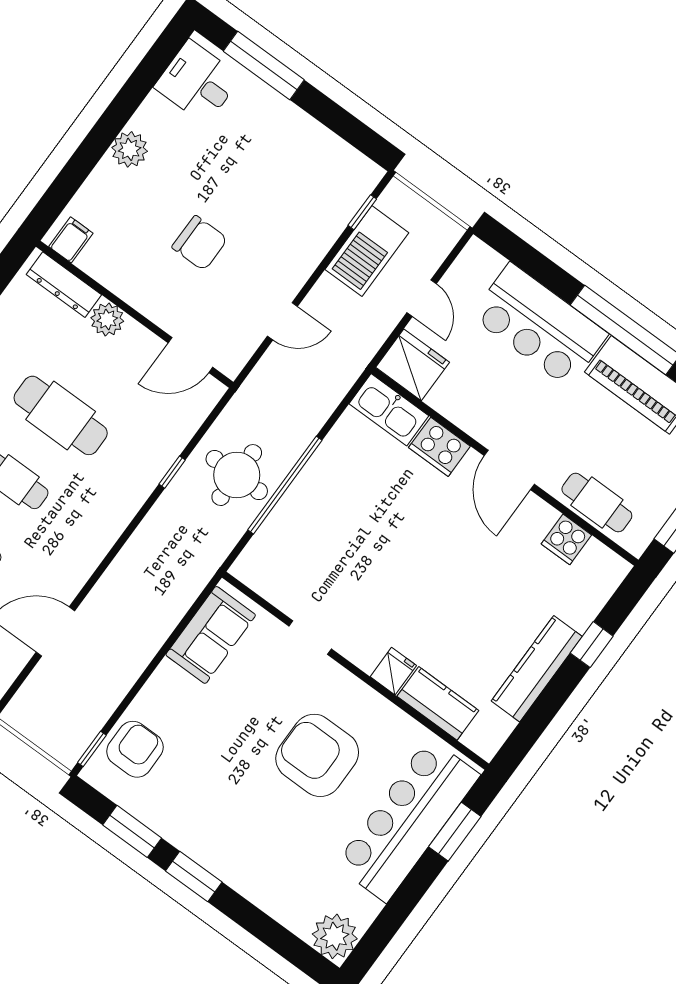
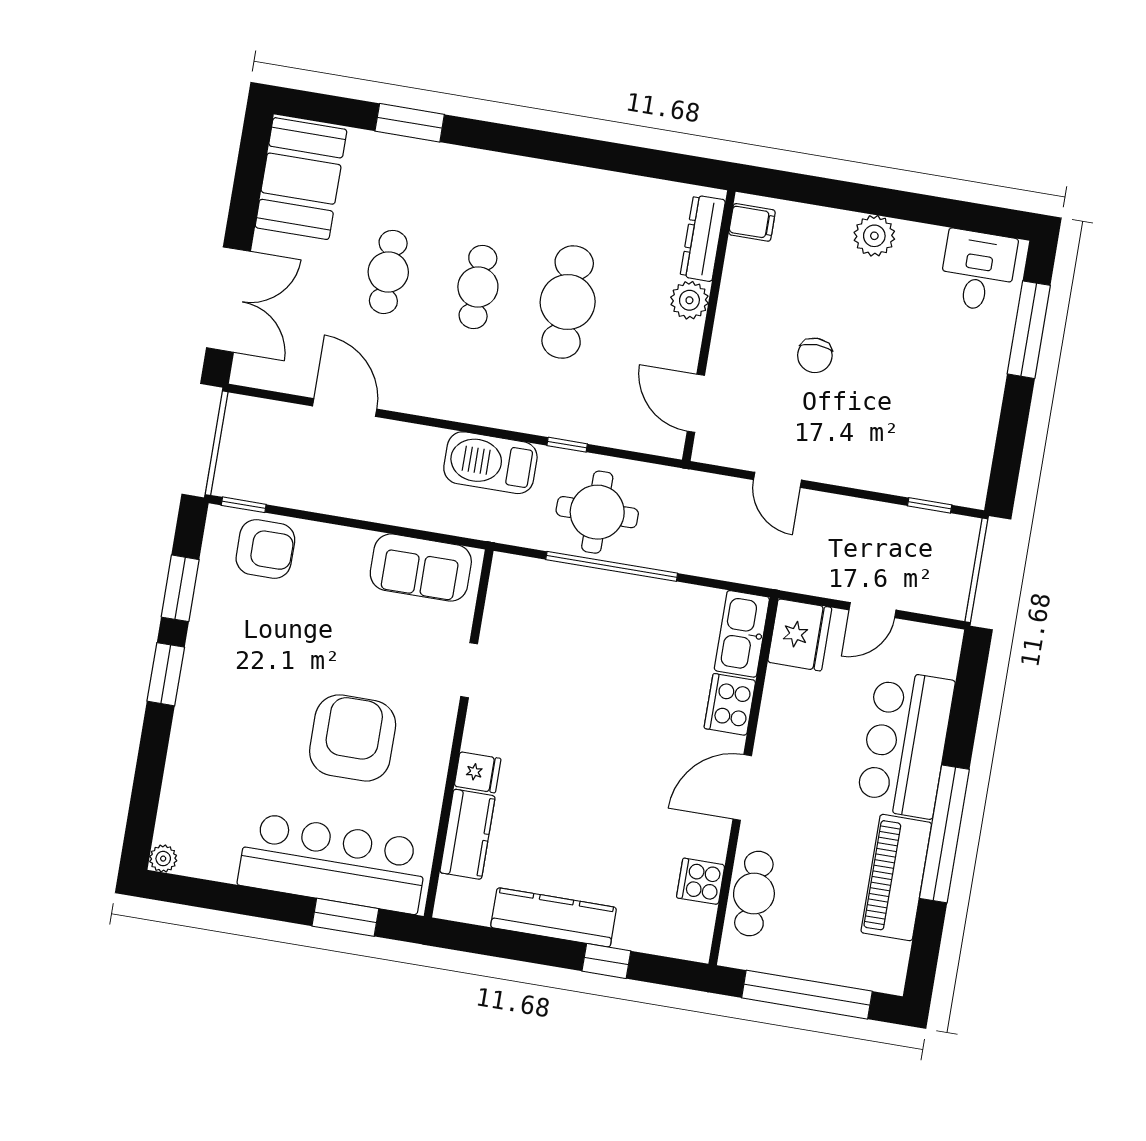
chair: (200, 243) -> (815, 355), width x0.73, depth x0.73
barbecue: (367, 251) -> (490, 463), moved
plant: (335, 936) -> (163, 859), width x0.53, depth x0.53

